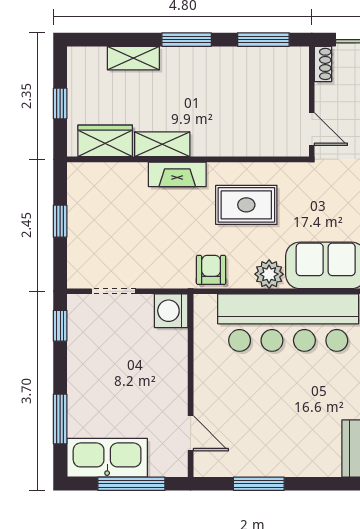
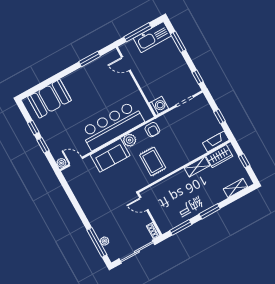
shelving: (133, 58) -> (236, 188), moved
fireplace: (177, 174) -> (216, 141), moved
rug: (246, 205) -> (153, 161), turned 90

